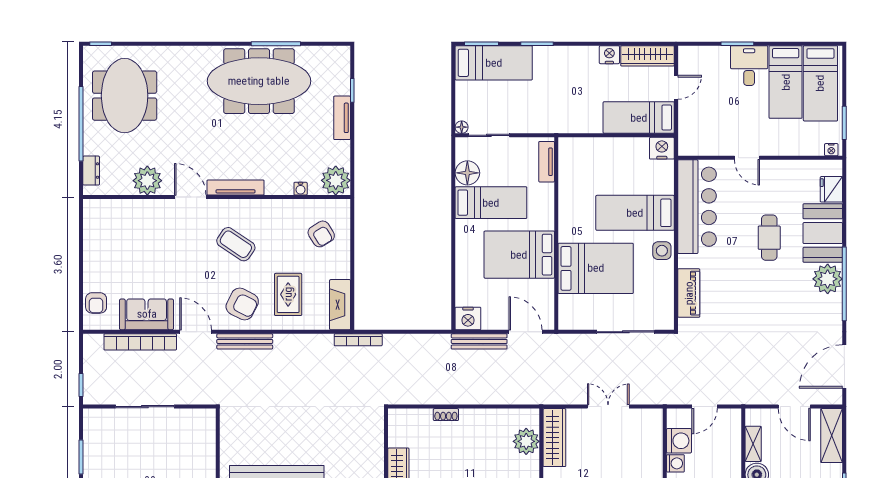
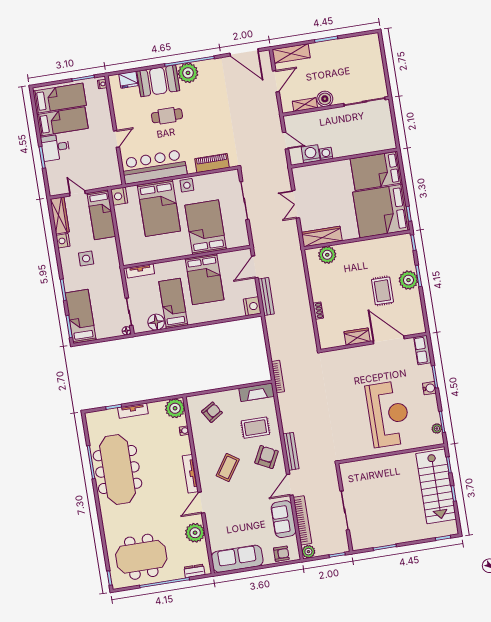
side table: (578, 85) -> (86, 259), added
bed: (635, 213) -> (159, 208), width x1.50
sofa: (99, 237) -> (237, 559), added
plant: (93, 343) -> (308, 552), added

